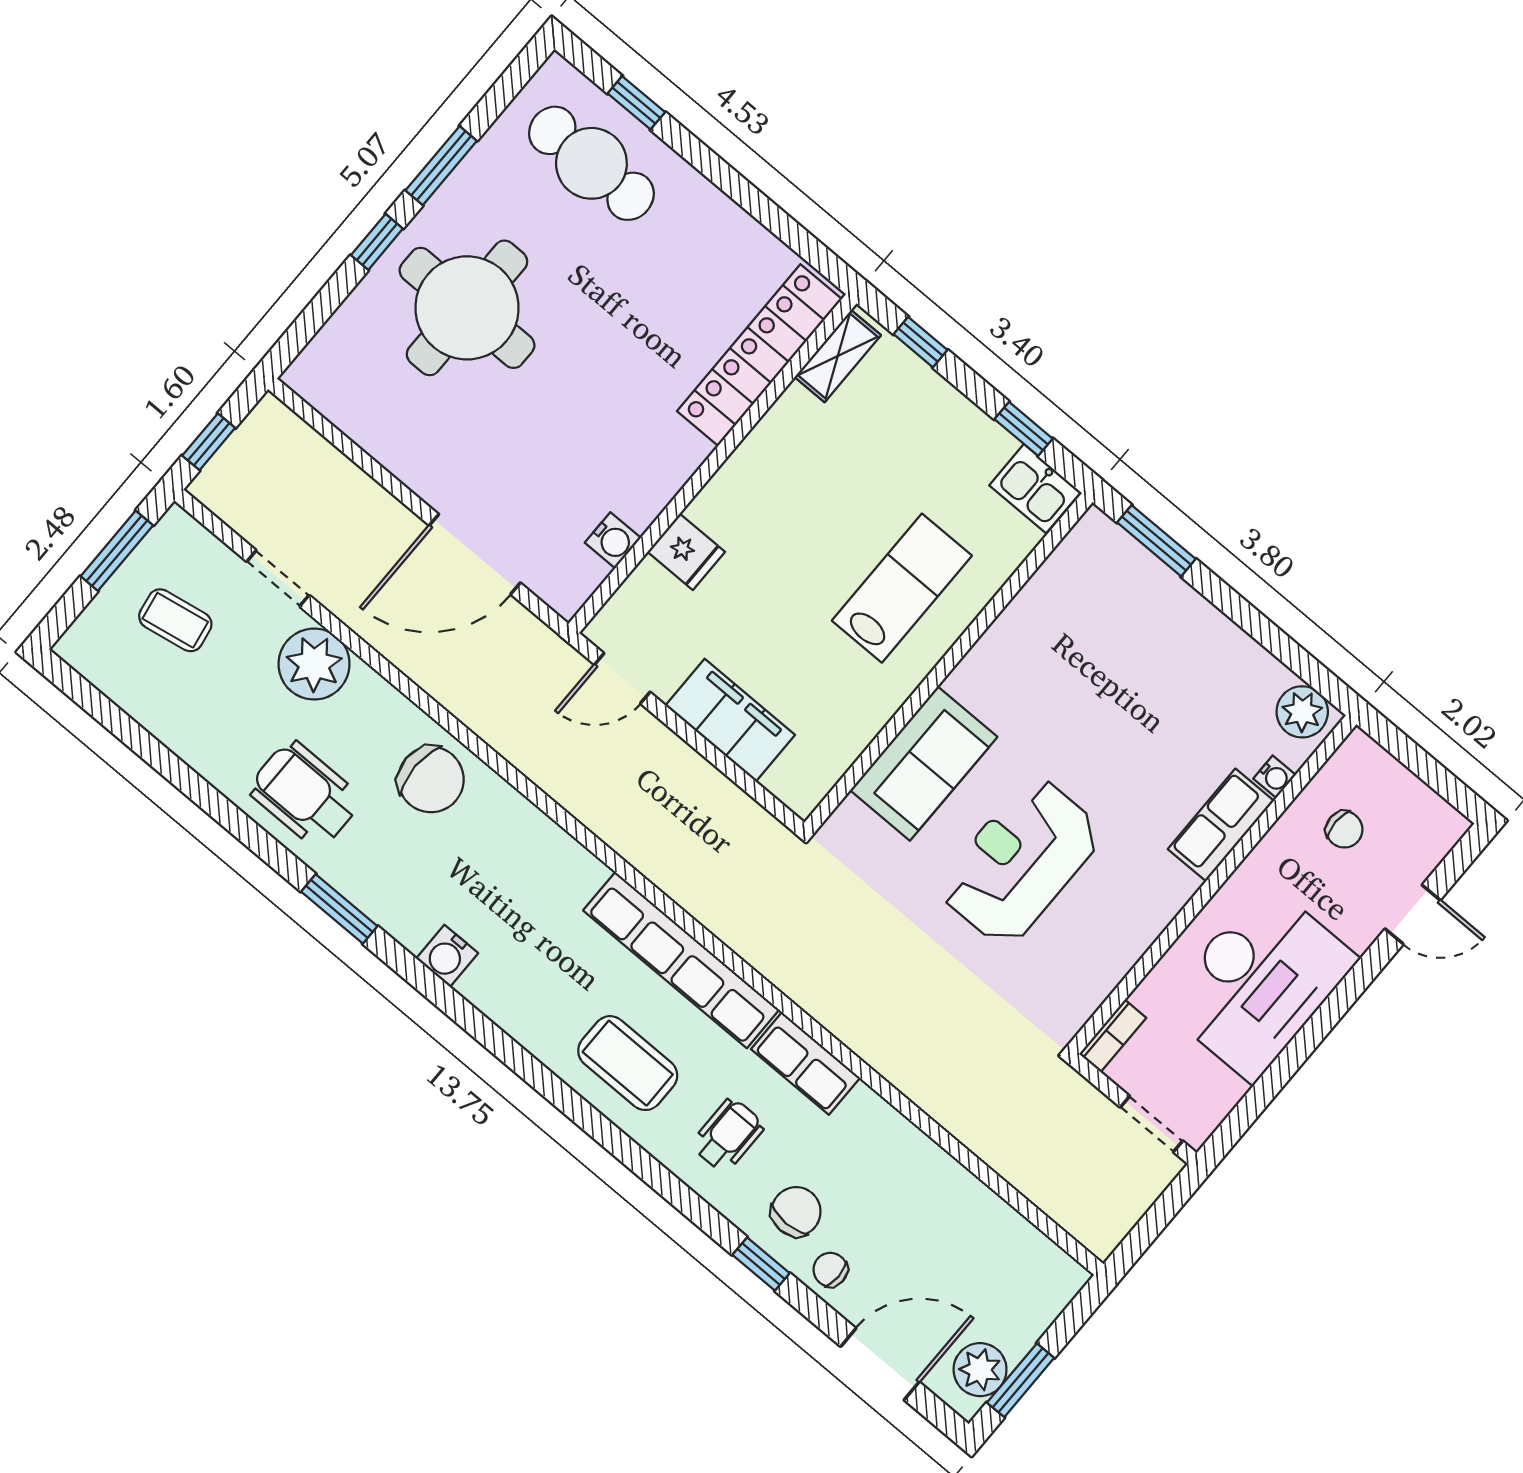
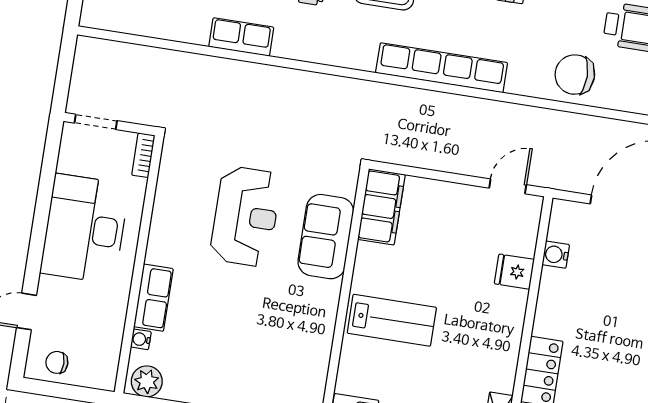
lab bench: (902, 588) -> (392, 320), turned -90
filing cabinet: (730, 720) -> (381, 207), moved, turned -90
chair: (1344, 829) -> (57, 362), moved
row of seats: (681, 960) -> (442, 68), moved
row of seats: (806, 1063) -> (241, 37), moved

